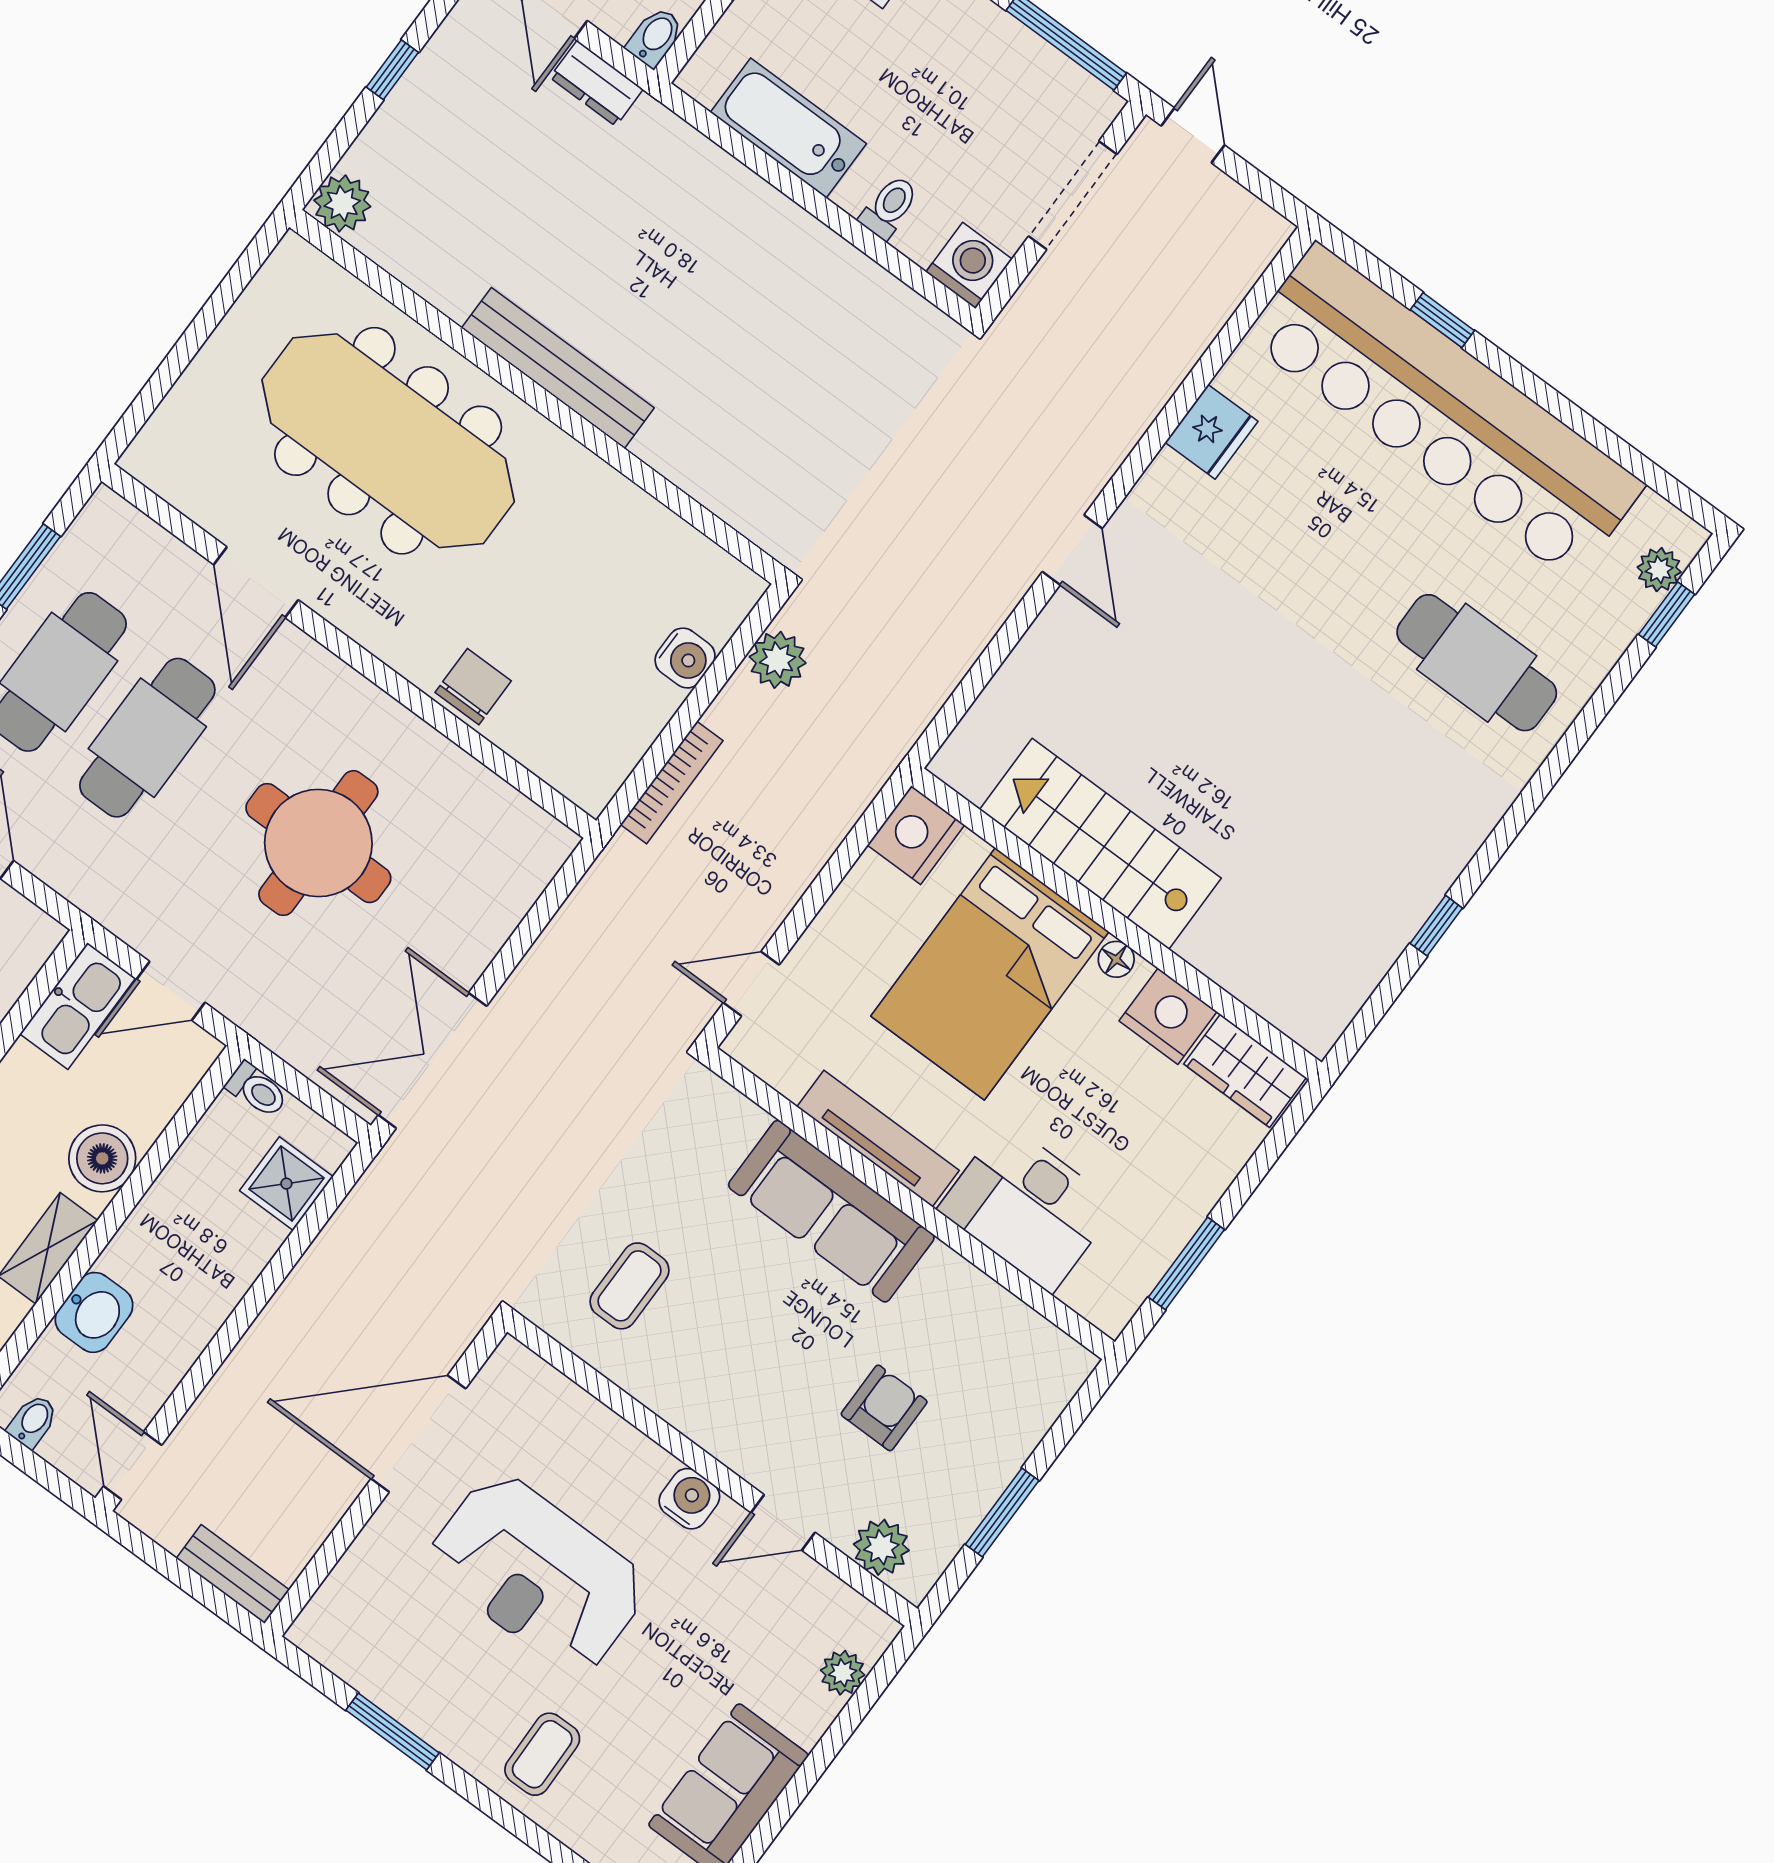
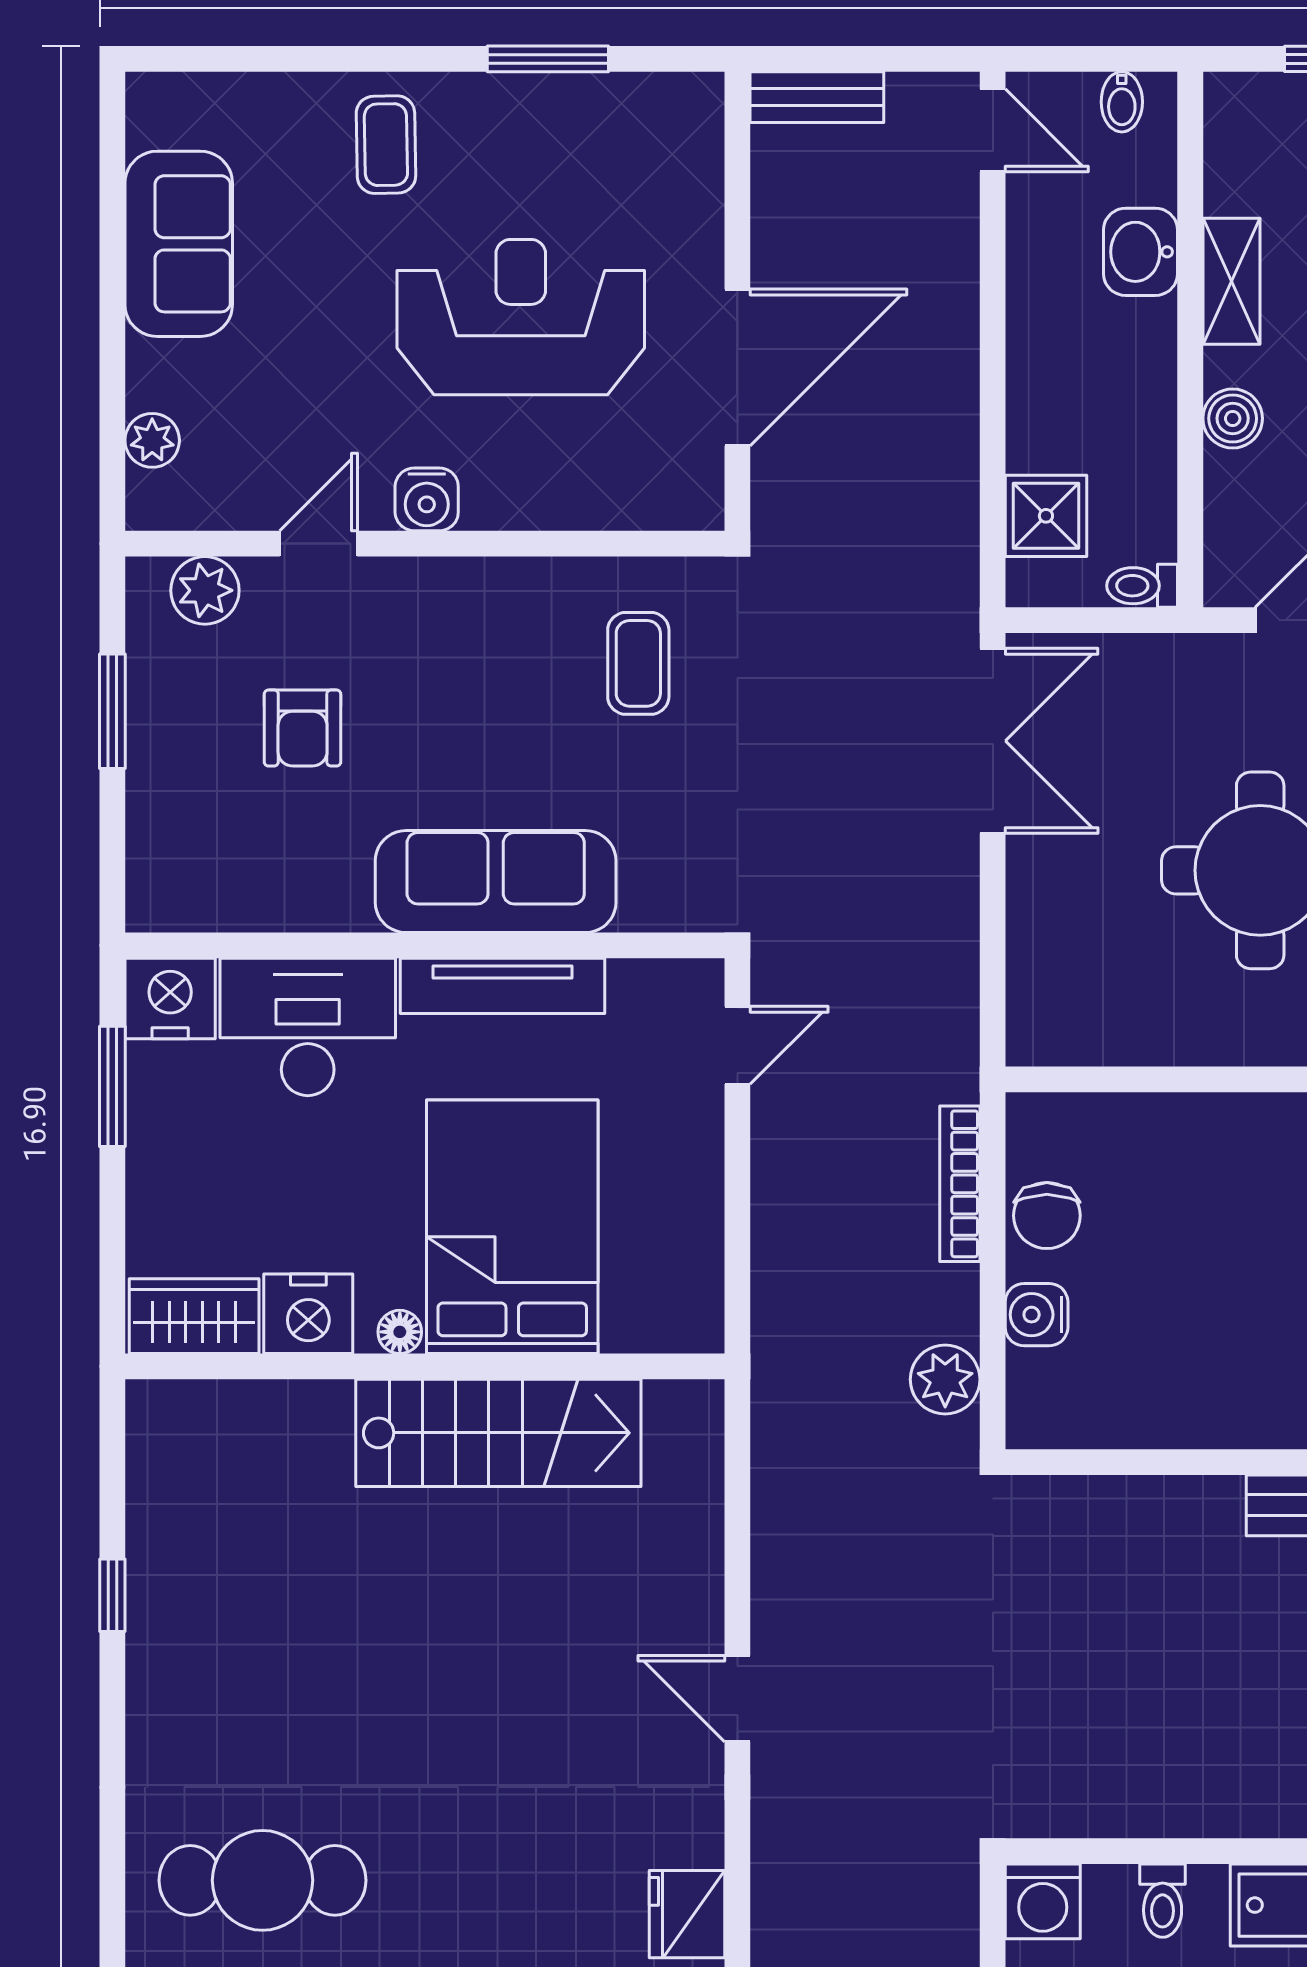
chair: (473, 687) -> (1047, 1216), moved
nightstand: (916, 835) -> (170, 999), moved, turned -90
boiler: (102, 1158) -> (1233, 418), width x0.73, depth x0.73

